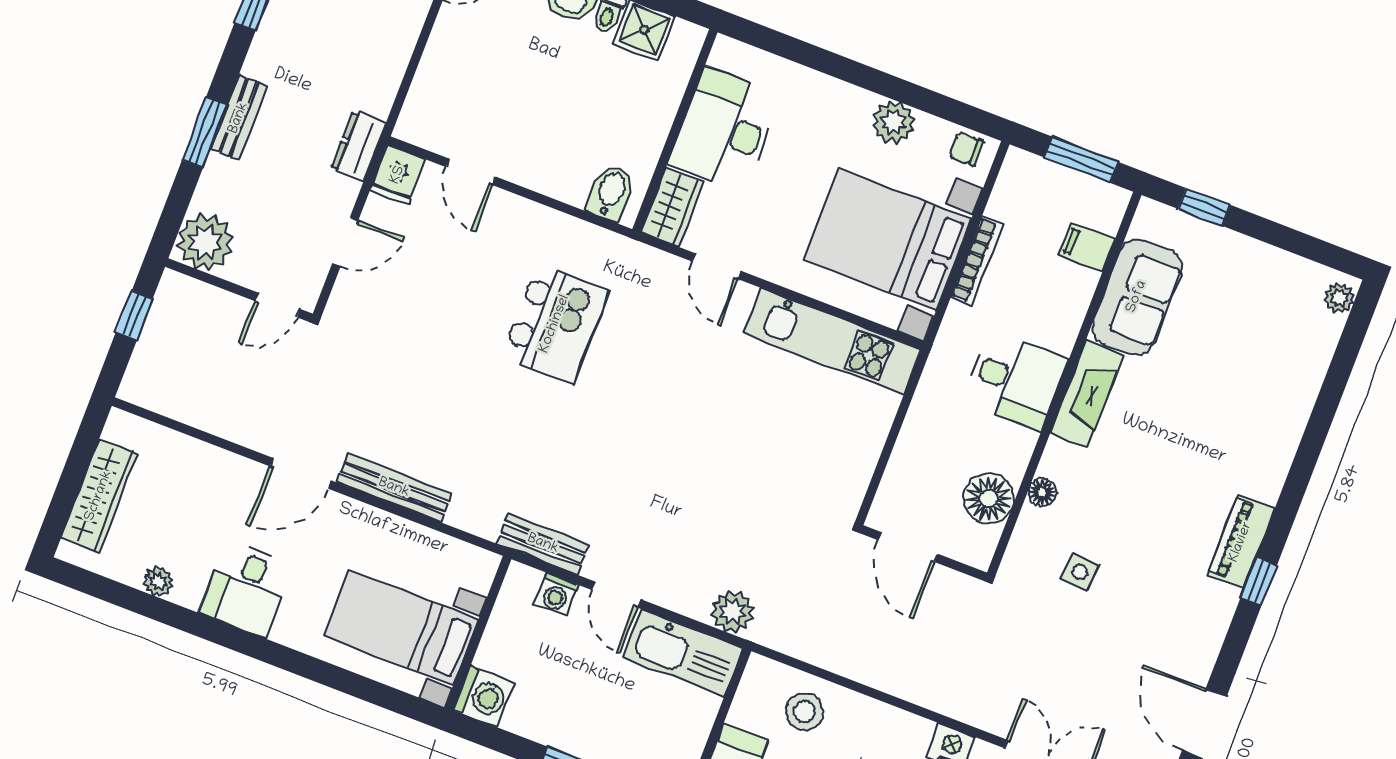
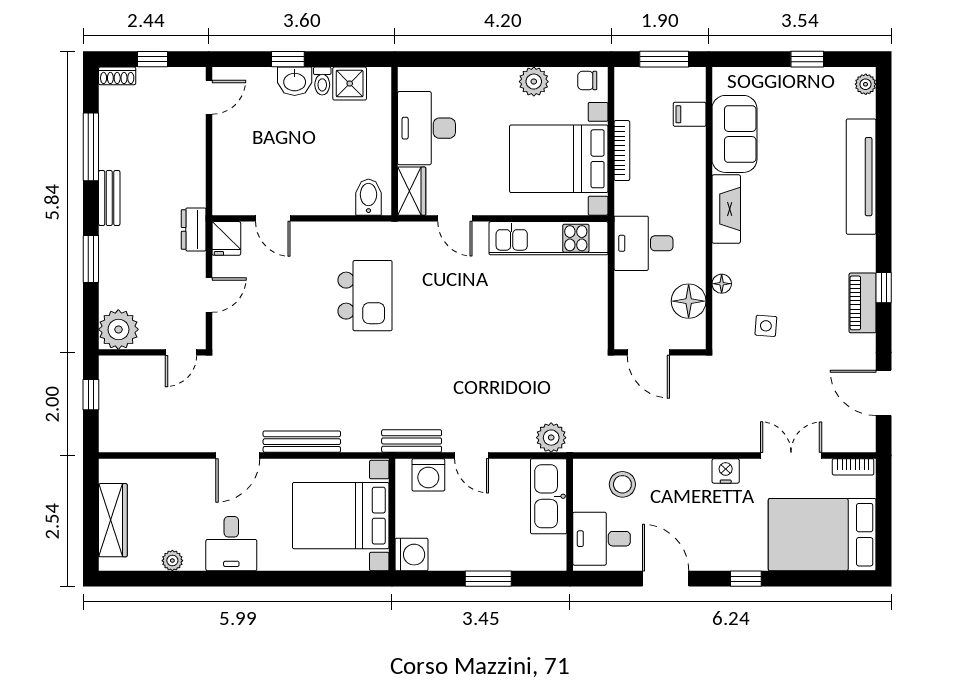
bench: (239, 118) -> (109, 198), moved
window: (1204, 207) -> (807, 59), moved
desk: (1015, 380) -> (644, 243), moved, turned 180
tv unit: (1286, 420) -> (861, 177), added
piano: (1241, 542) -> (863, 303), moved
washing machine: (556, 595) -> (428, 475), width x1.38, depth x1.38
bed with nightstands: (401, 628) -> (341, 516), width x1.36
kitchen sink: (683, 653) -> (549, 496), moved, turned 90

